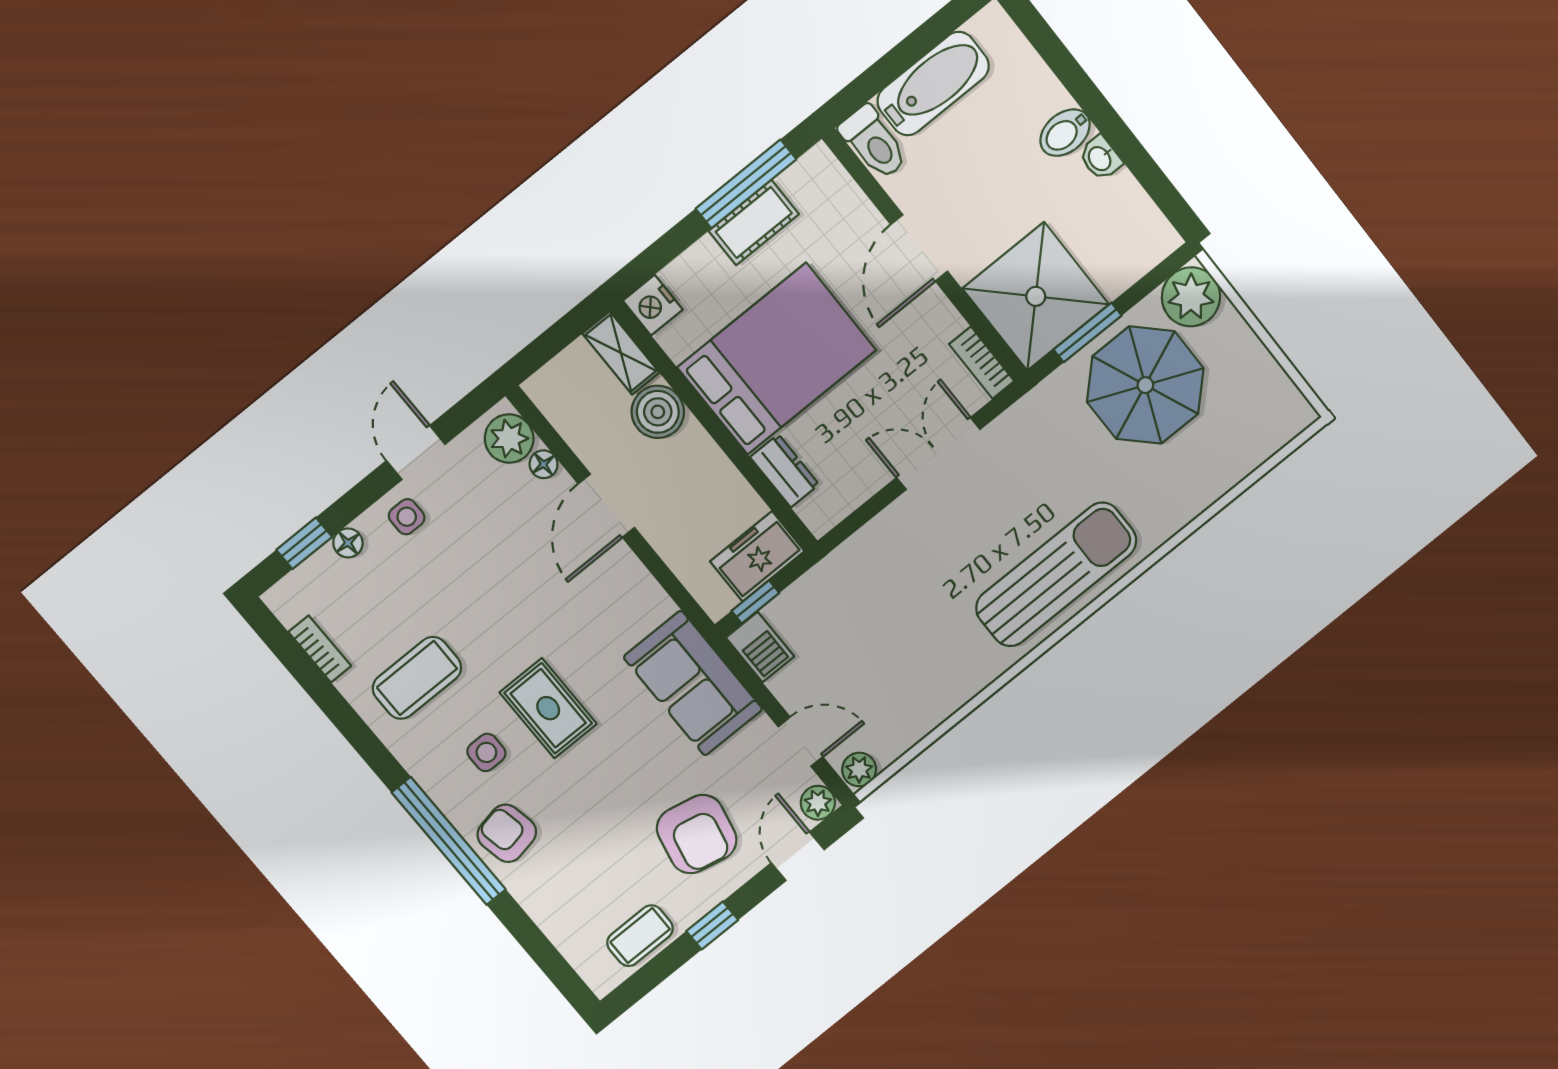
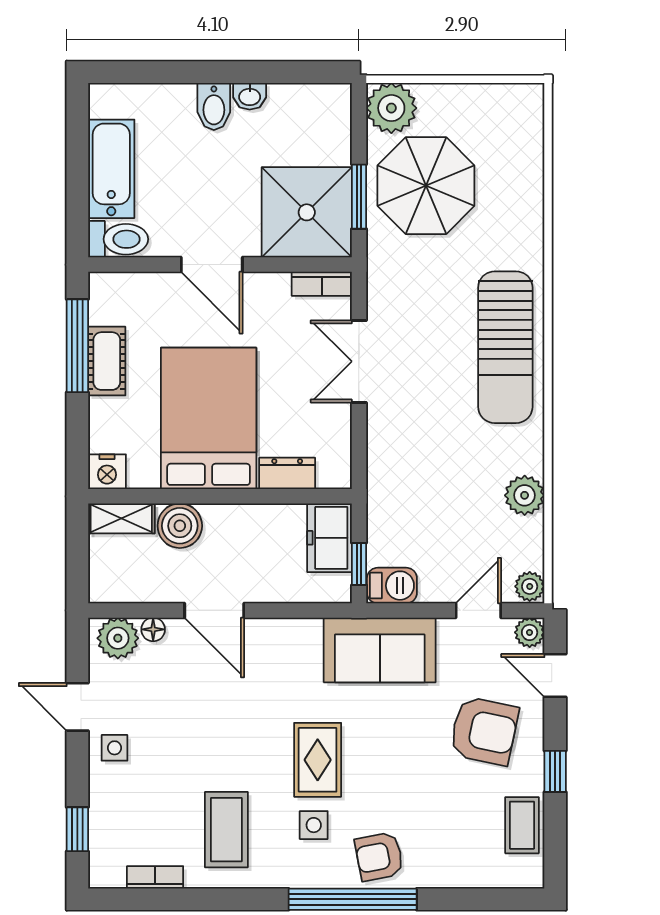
floor lamp: (348, 543) -> (100, 801), removed
sun lounger: (1056, 574) -> (505, 347), turned 180
plant: (937, 699) -> (525, 495), added
rug: (548, 708) -> (318, 760), turned 90

